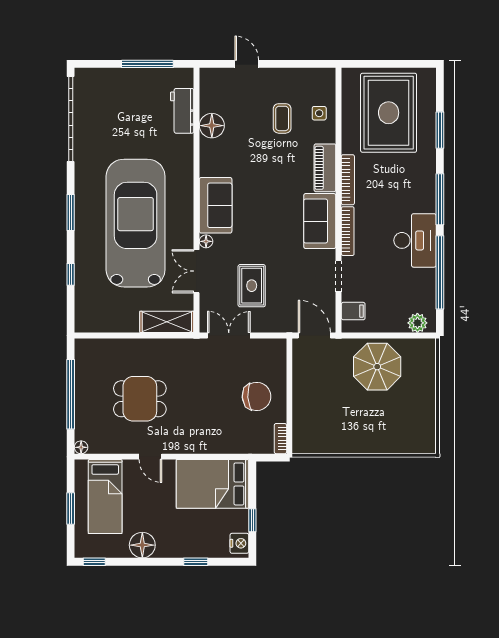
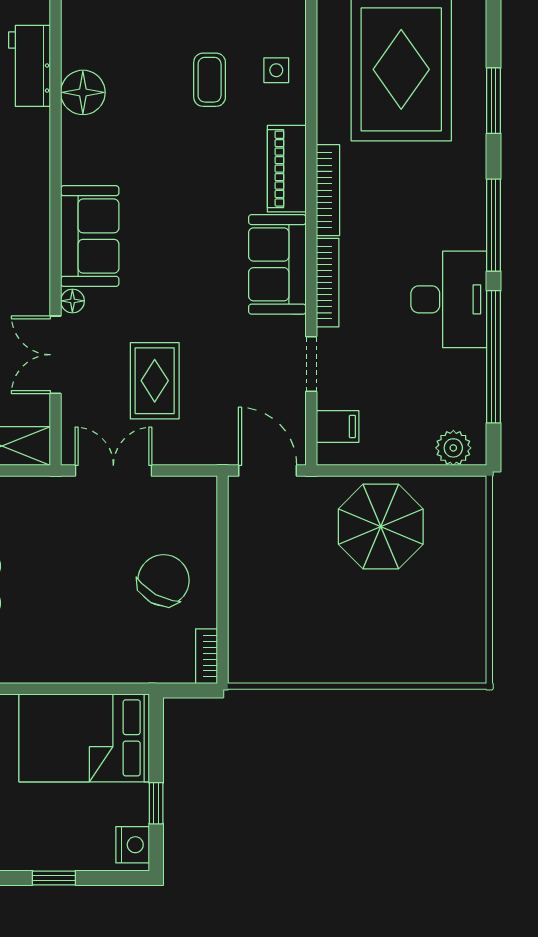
chair: (257, 396) -> (164, 580), turned -57

